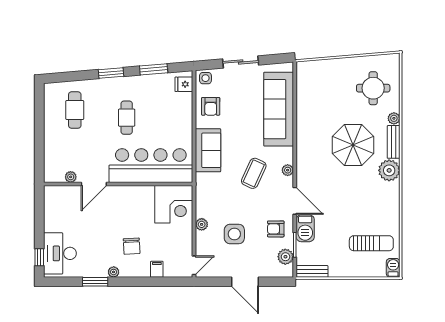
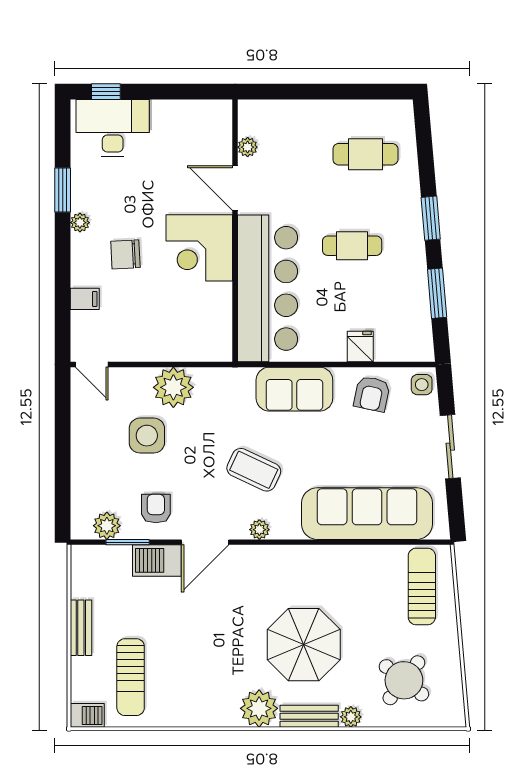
sun lounger: (320, 78) -> (422, 586), added
fridge: (184, 84) -> (360, 346), moved
round table: (373, 88) -> (404, 680), turned 38
armchair: (211, 106) -> (372, 394), turned -78
corner desk: (174, 204) -> (199, 248), moved
plant: (202, 224) -> (173, 387), width x1.88, depth x1.88
bench: (312, 271) -> (81, 628), moved
door: (245, 282) -> (63, 454), removed

